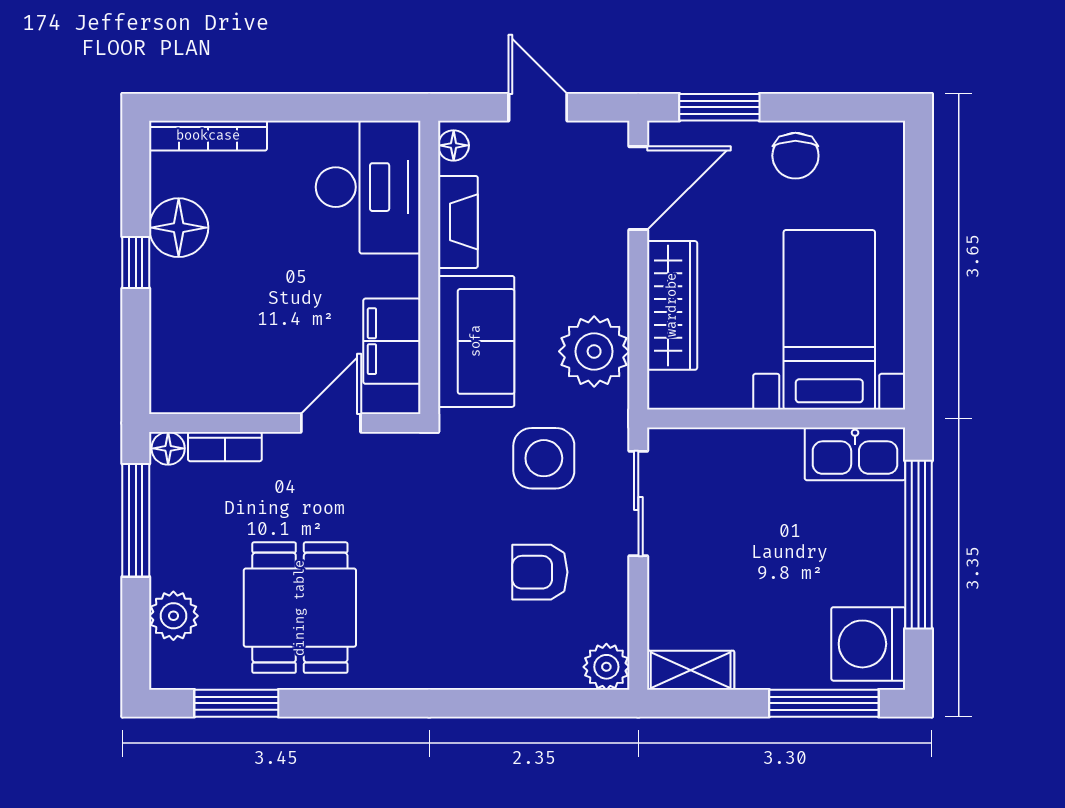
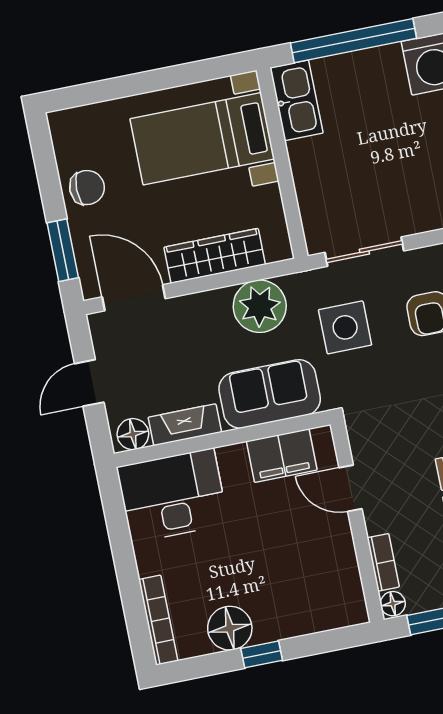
floor lamp: (454, 145) -> (133, 434), width x1.37, depth x1.37

